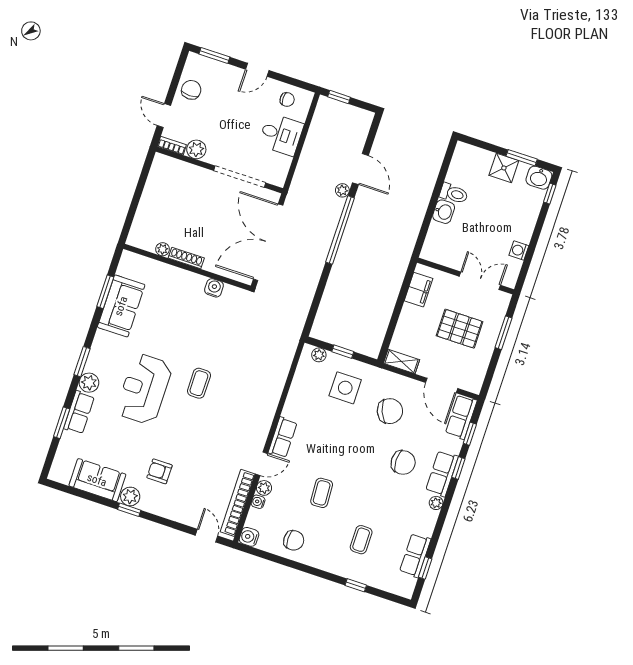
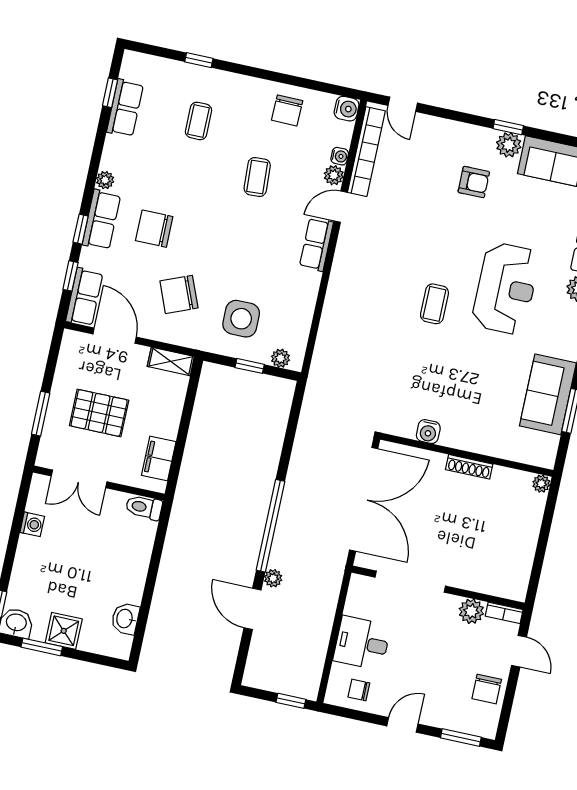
toilet: (454, 194) -> (144, 507), moved
washbasin: (444, 212) -> (125, 619), moved
plant: (163, 249) -> (541, 484), moved
chair: (294, 540) -> (287, 110), turned -89

